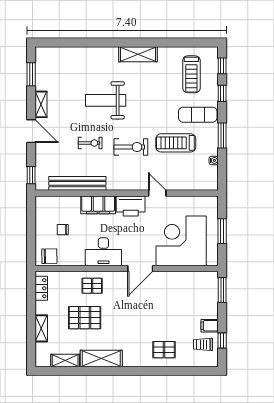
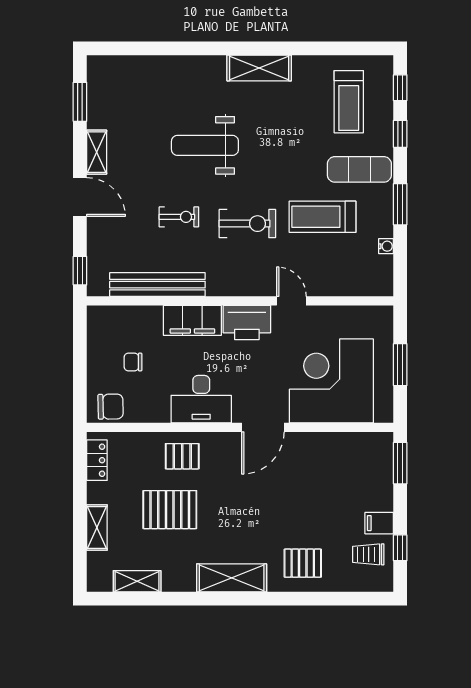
shelving: (101, 358) -> (232, 578), moved

